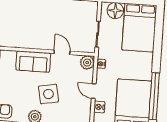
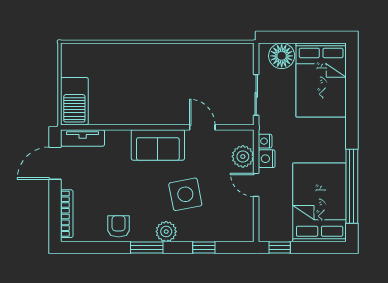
plant: (87, 63) -> (243, 156), moved
nightstand: (99, 107) -> (267, 159), moved

